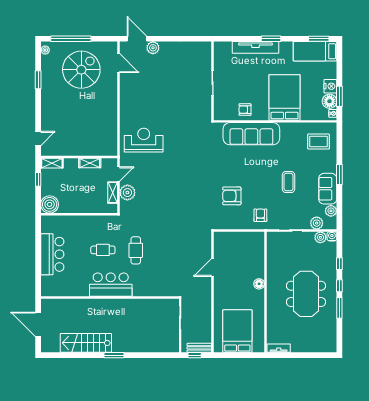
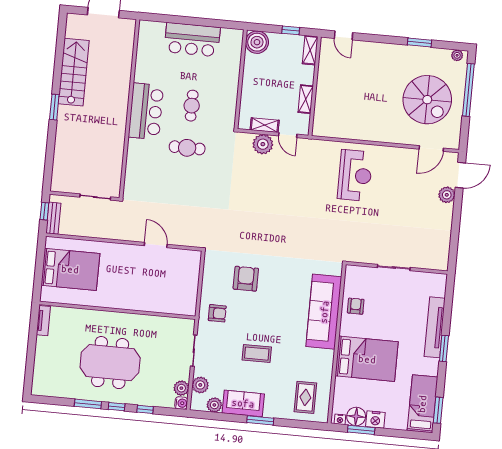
reception desk: (144, 140) -> (355, 175), moved
floor lamp: (259, 284) -> (129, 303), removed

